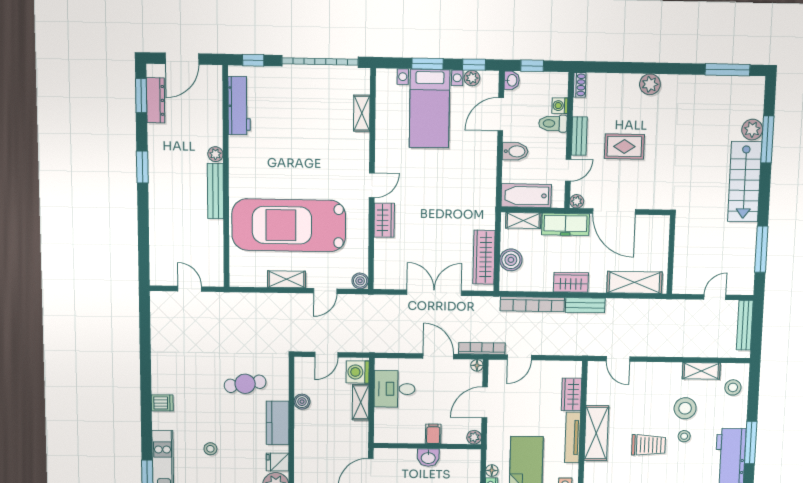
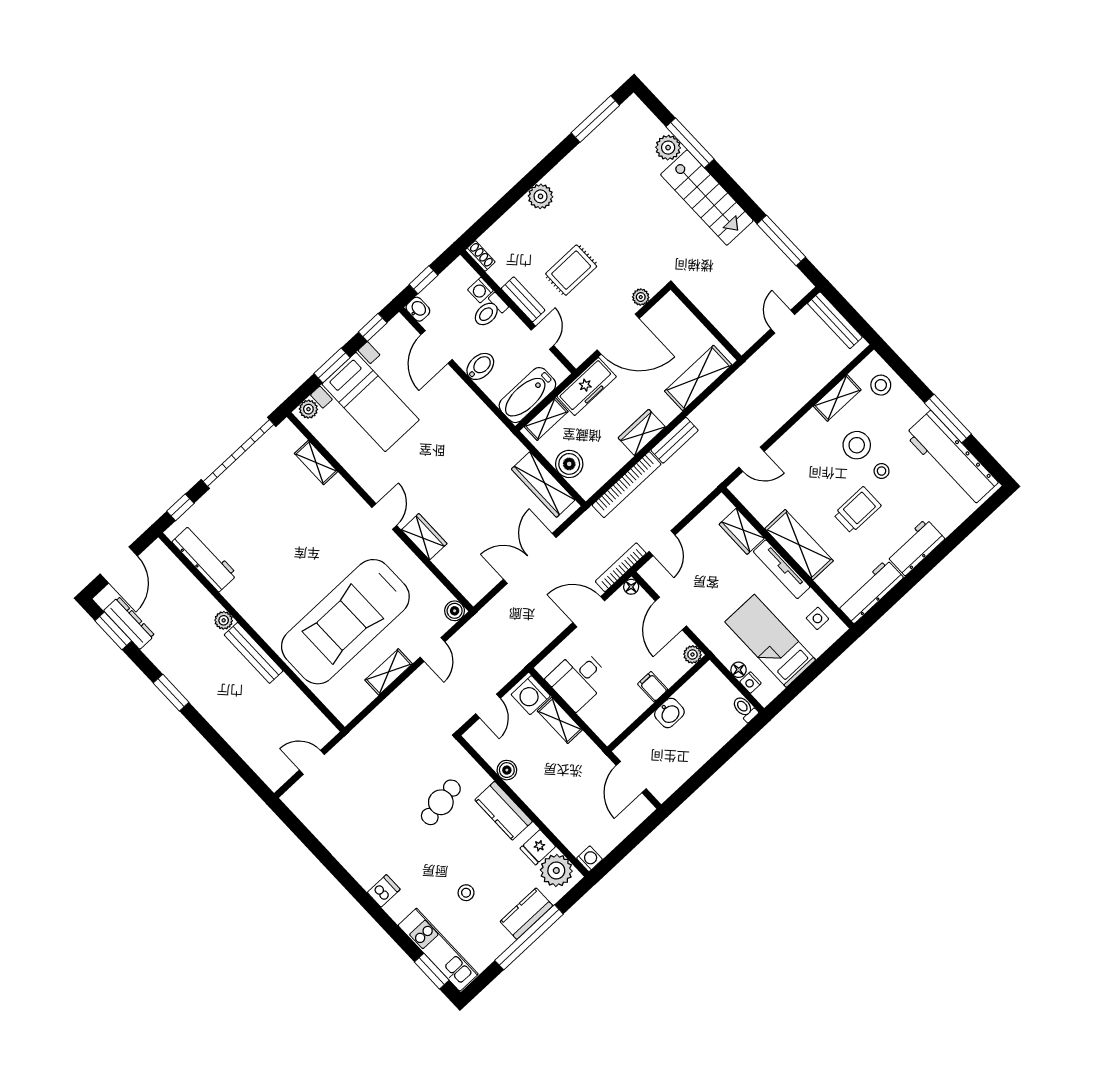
plant: (472, 78) -> (308, 409), moved
plant: (577, 201) -> (641, 297), moved

